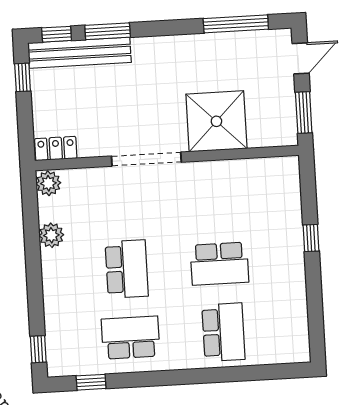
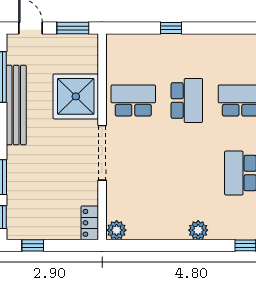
bench: (79, 53) -> (16, 105), moved
plant: (51, 235) -> (198, 230), moved
school desk: (127, 269) -> (133, 100), moved

